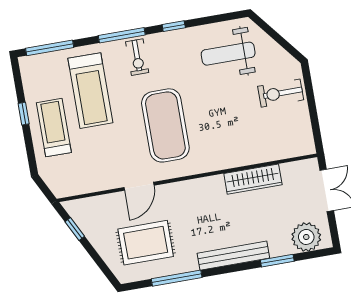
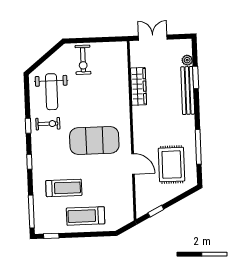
window: (122, 35) -> (29, 162), width x0.46
exercise bike: (137, 57) -> (48, 124), moved
treadmill: (90, 91) -> (64, 188), width x0.73, depth x0.73
window: (24, 114) -> (51, 236), moved
plant: (306, 237) -> (187, 60), width x0.53, depth x0.53
bench: (233, 256) -> (188, 90), moved

